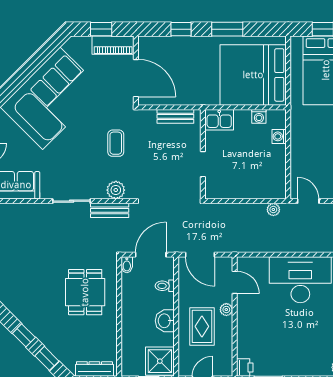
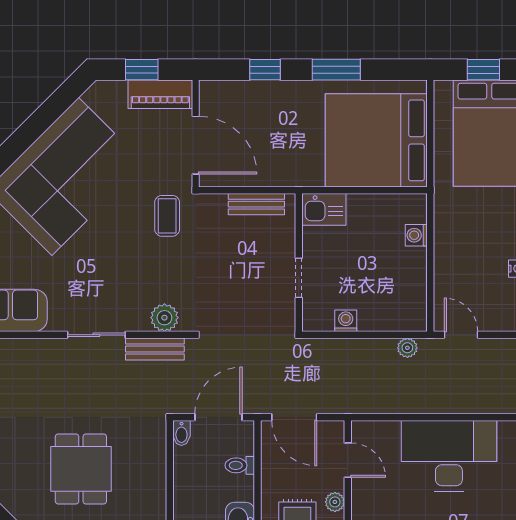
washing machine: (259, 116) -> (346, 321), moved, turned 180
coffee table: (116, 143) -> (167, 216), moved
dining table: (85, 292) -> (81, 469), moved

